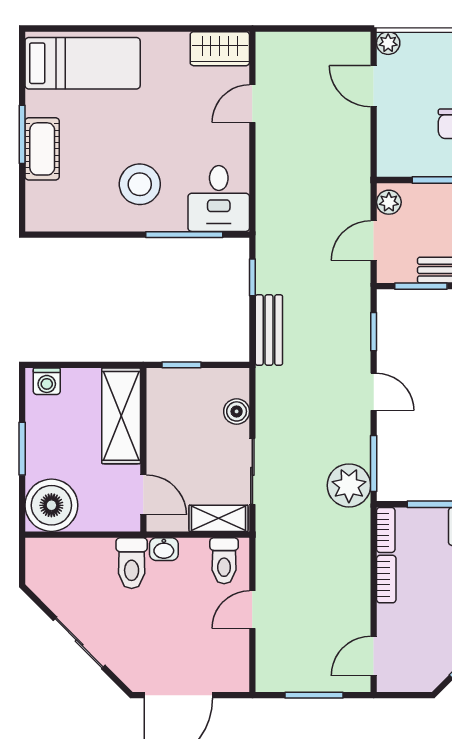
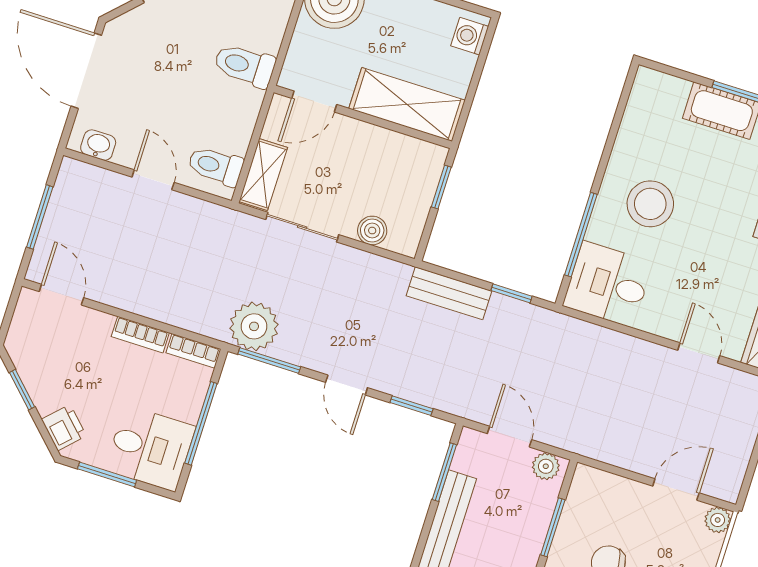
door: (374, 392) -> (347, 385), hinge flipped
washbasin: (164, 549) -> (98, 145), moved, turned 90

